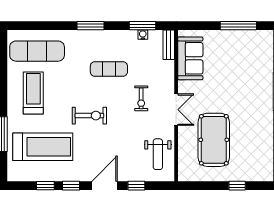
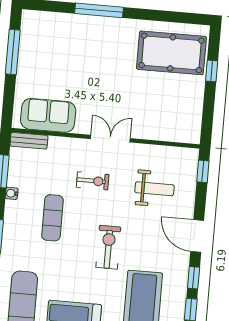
water cooler: (143, 35) -> (12, 193), moved
pool table: (214, 140) -> (171, 53), moved
weight bench: (158, 154) -> (154, 189), moved
window: (136, 186) -> (203, 171), moved

